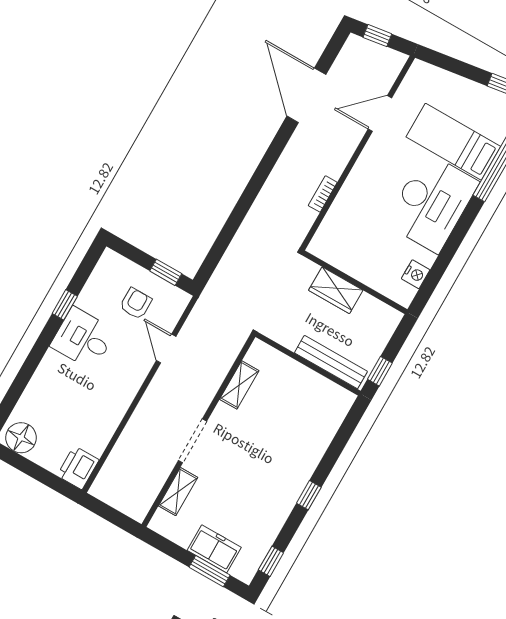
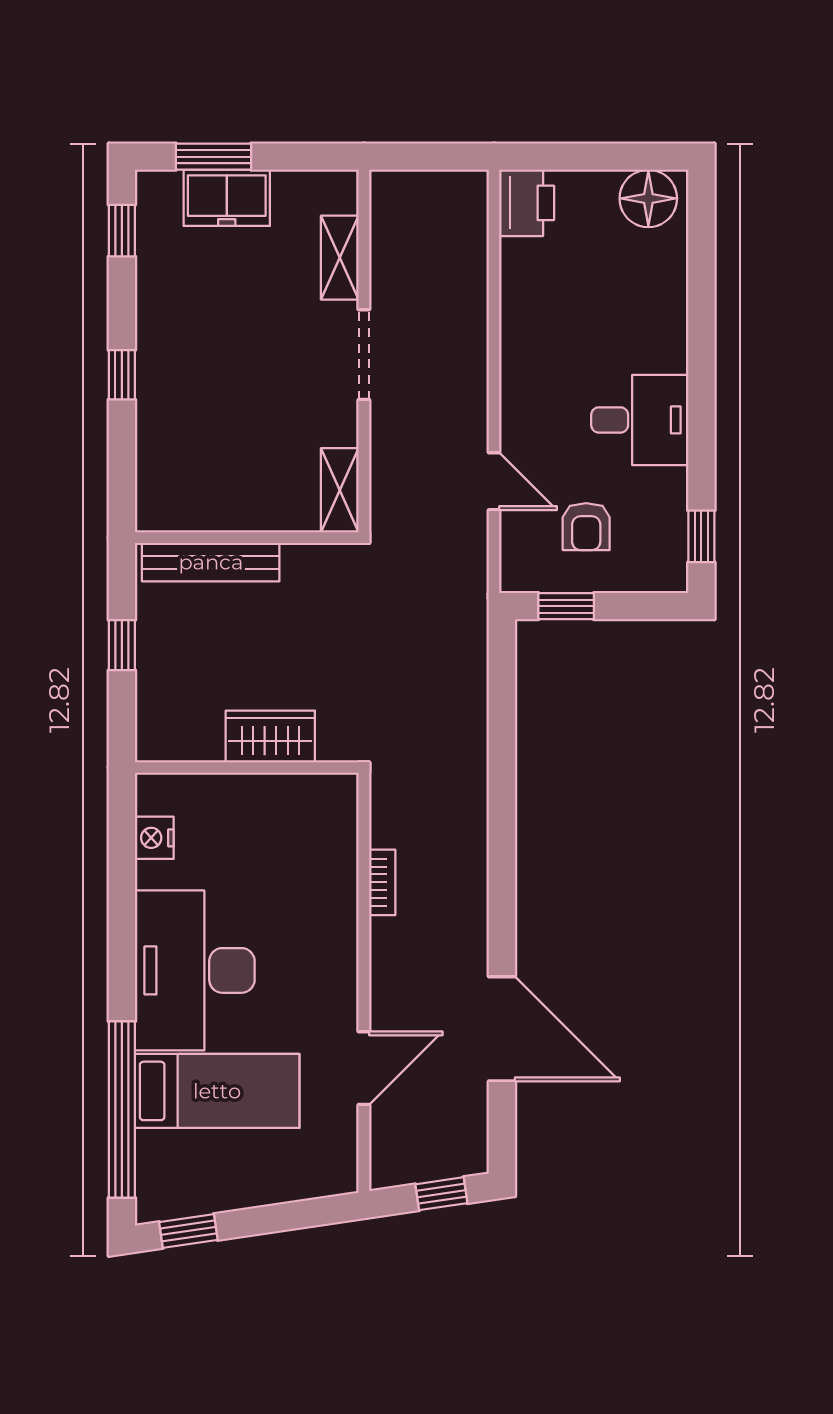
window: (65, 305) -> (701, 536), moved
bench: (331, 362) -> (211, 562), moved
wall: (308, 364) -> (247, 538), moved

